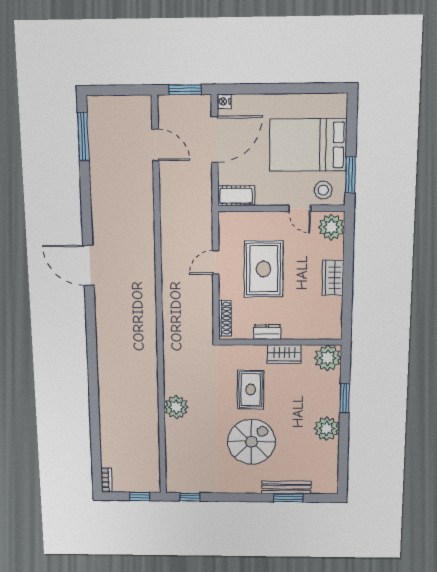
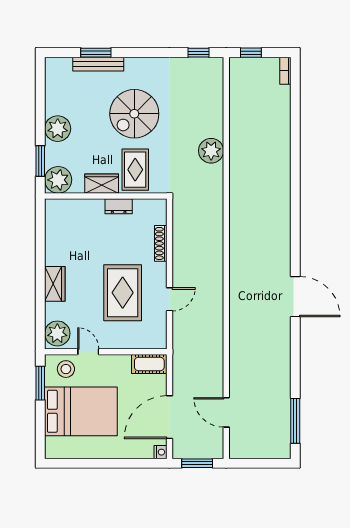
dresser: (267, 332) -> (119, 206), moved
wall: (280, 342) -> (106, 196), moved
wardrobe: (284, 354) -> (102, 184), moved
plant: (328, 358) -> (58, 180), moved

